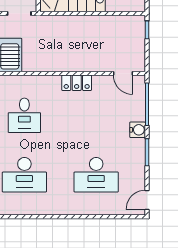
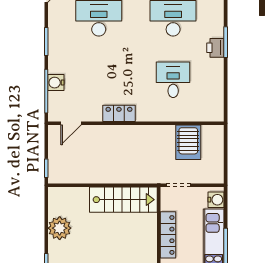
door: (123, 73) -> (71, 123), swing flipped
water cooler: (138, 130) -> (56, 83), moved

